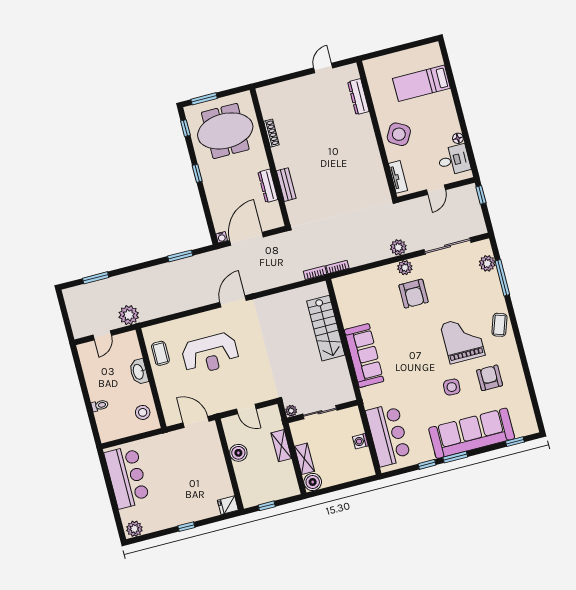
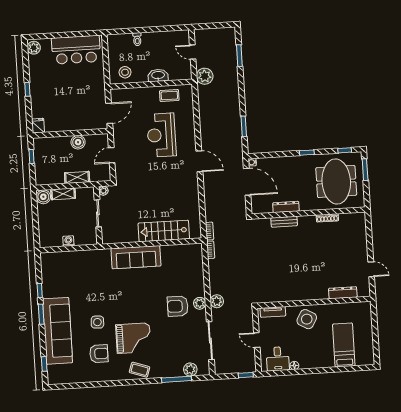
bar counter: (388, 435) -> (69, 264), removed

